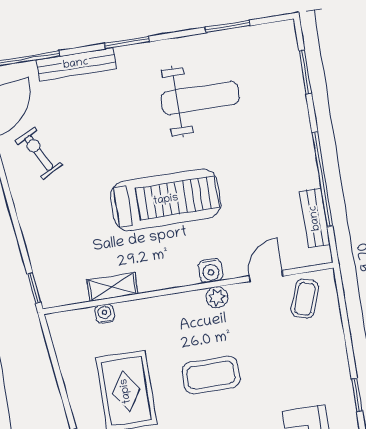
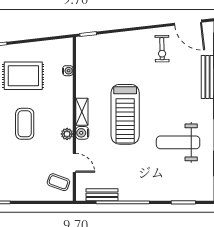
weight bench: (200, 98) -> (178, 142), turned 90
exercise bike: (39, 153) -> (162, 49), turned 116
shelving: (112, 287) -> (82, 112), moved

